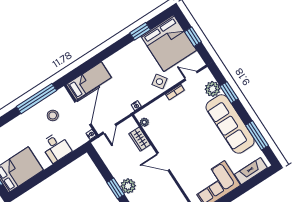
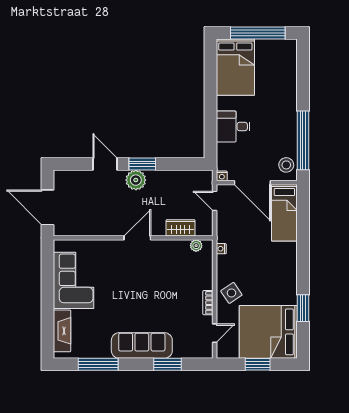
plant: (213, 89) -> (184, 348), removed
stool: (53, 115) -> (286, 165), moved
sofa: (230, 124) -> (142, 345), width x0.74, depth x0.79

